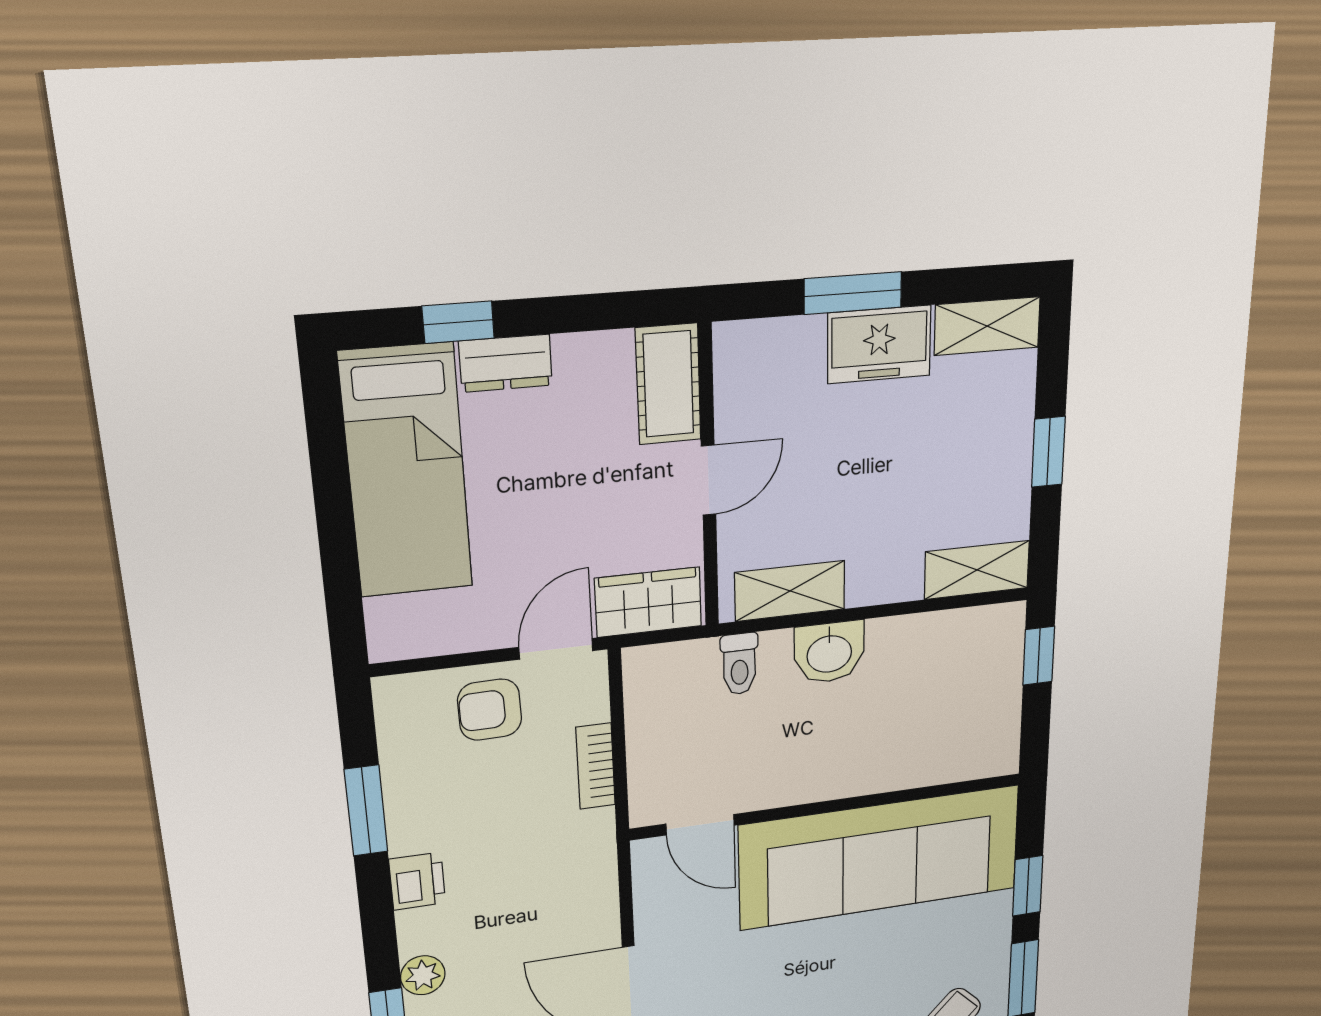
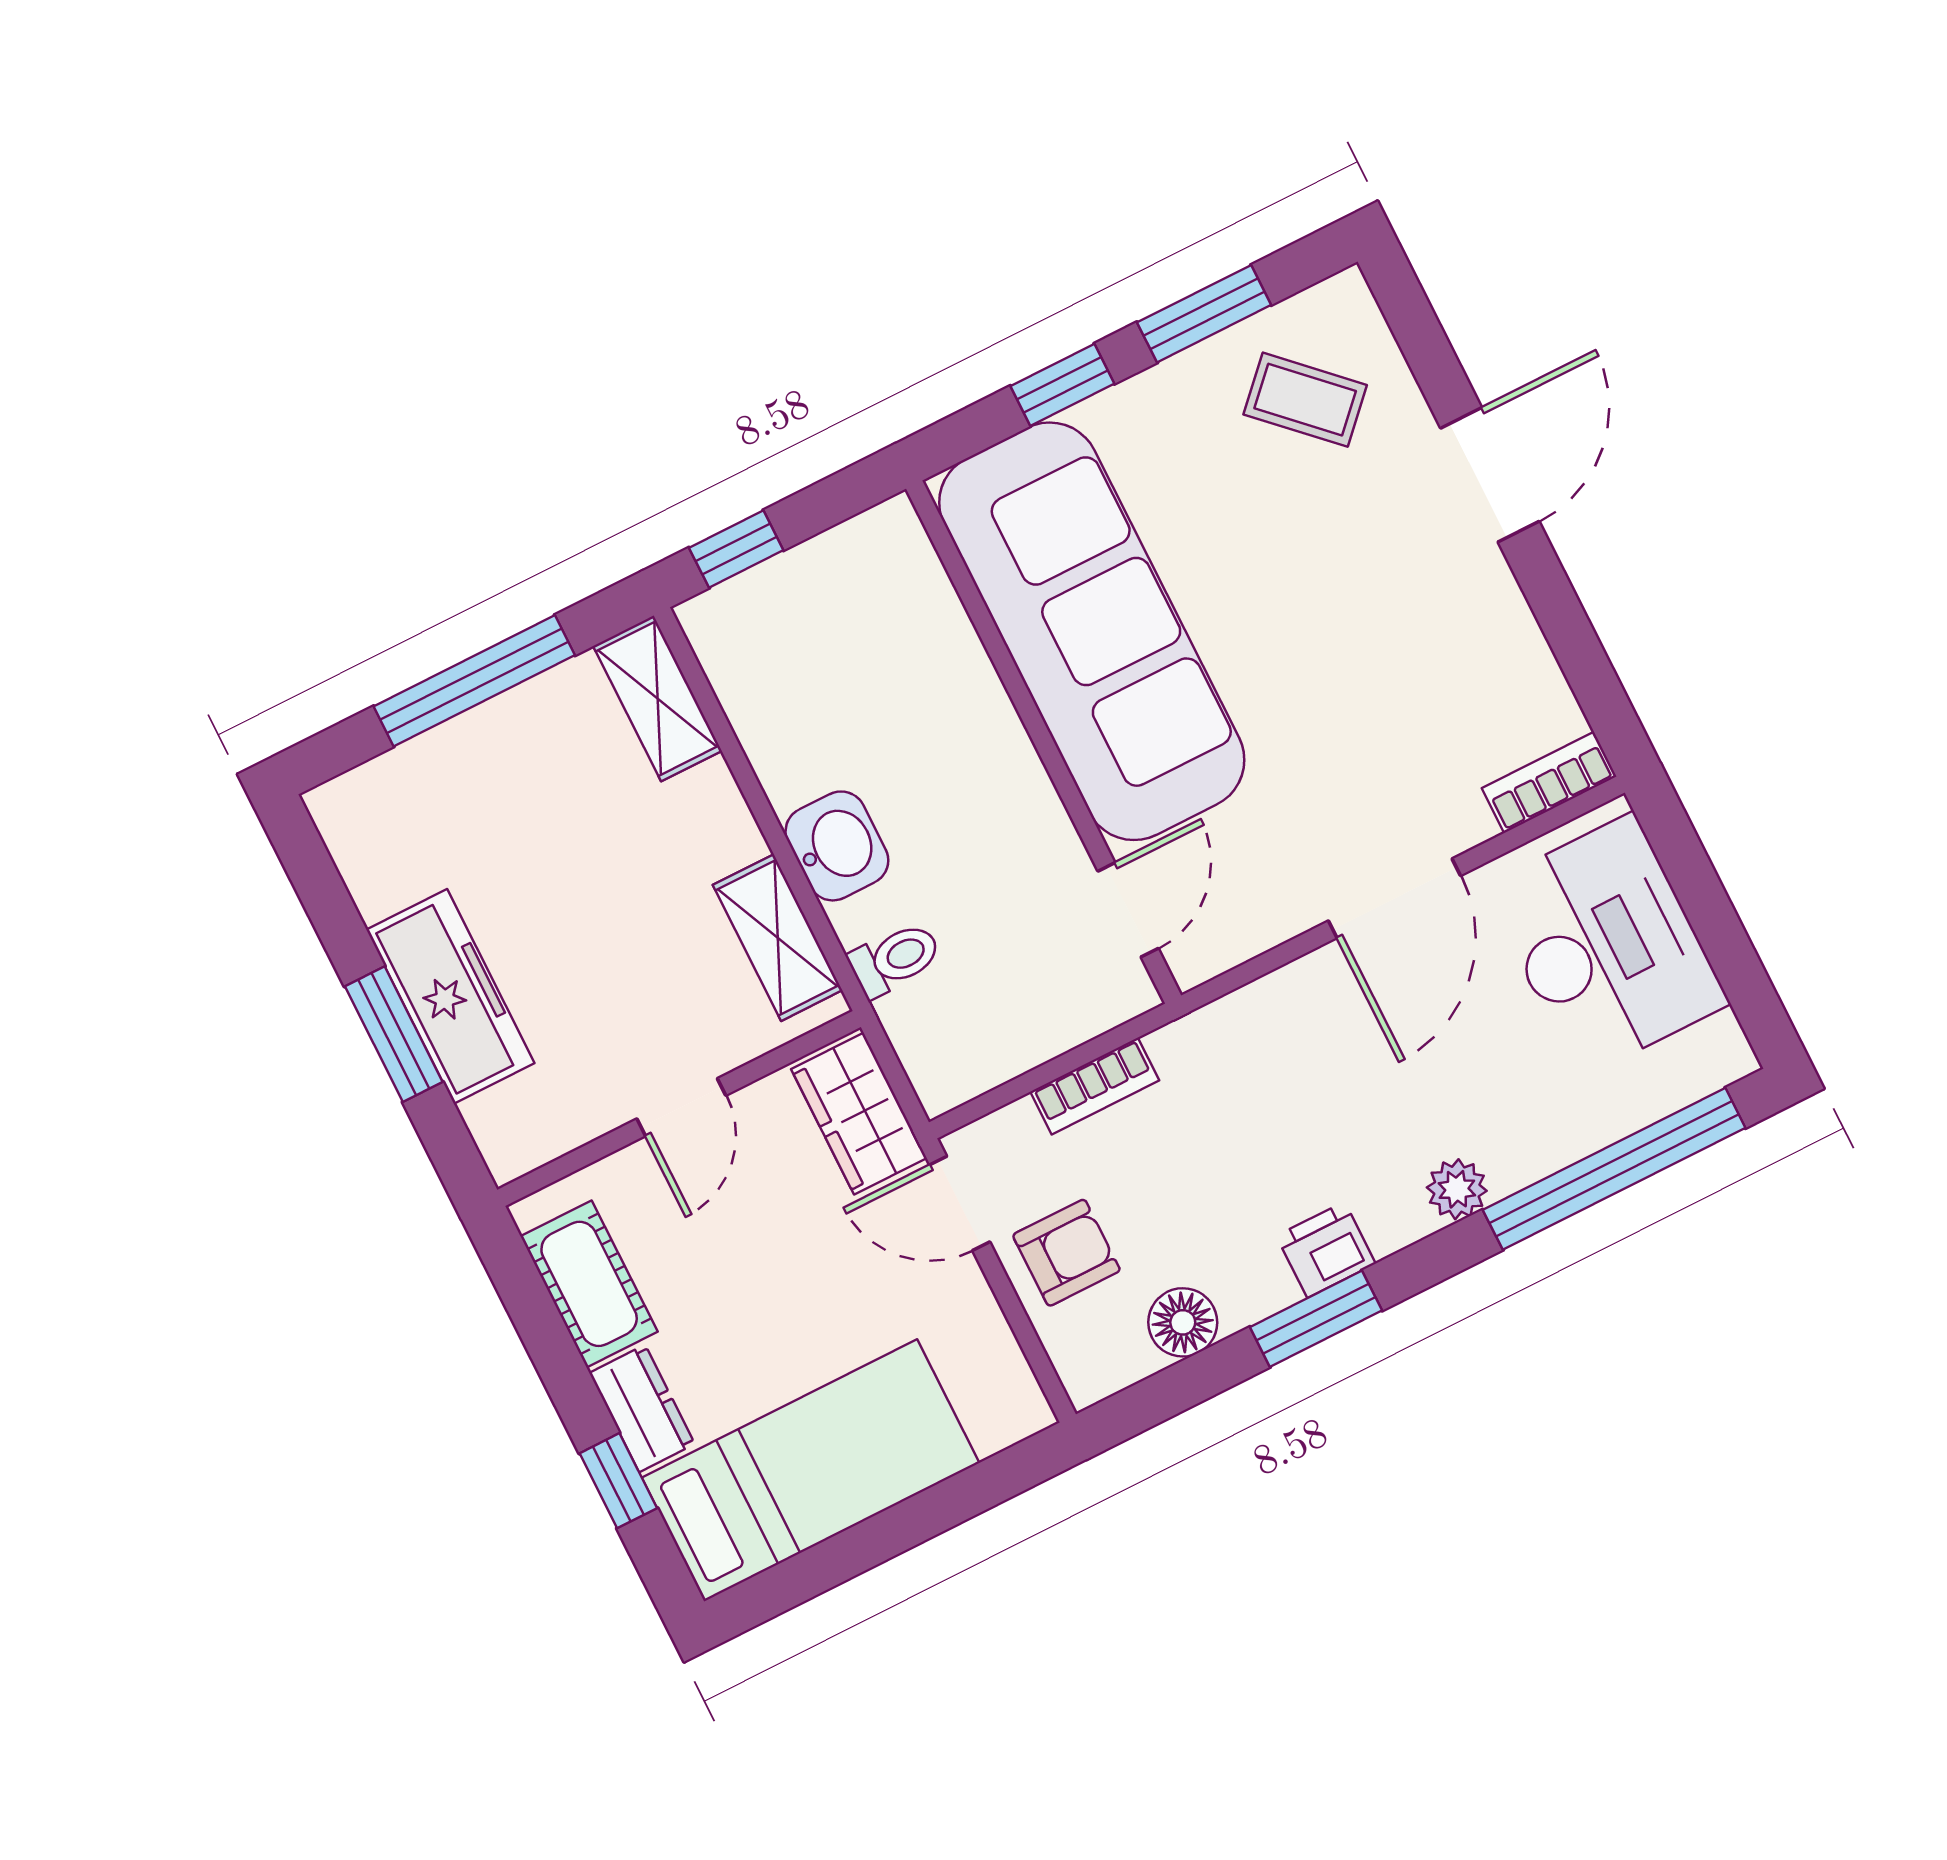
shelving: (987, 326) -> (360, 845), removed
freezer: (879, 344) -> (450, 996), width x1.40
cot: (668, 384) -> (589, 1284), moved, turned 90
window: (1048, 452) -> (474, 681), width x2.17
door: (709, 480) -> (681, 1107), swing flipped
armchair: (490, 710) -> (1066, 1253), turned -89
floor lamp: (406, 772) -> (1183, 1322), added
window: (366, 811) -> (1316, 1319), moved

